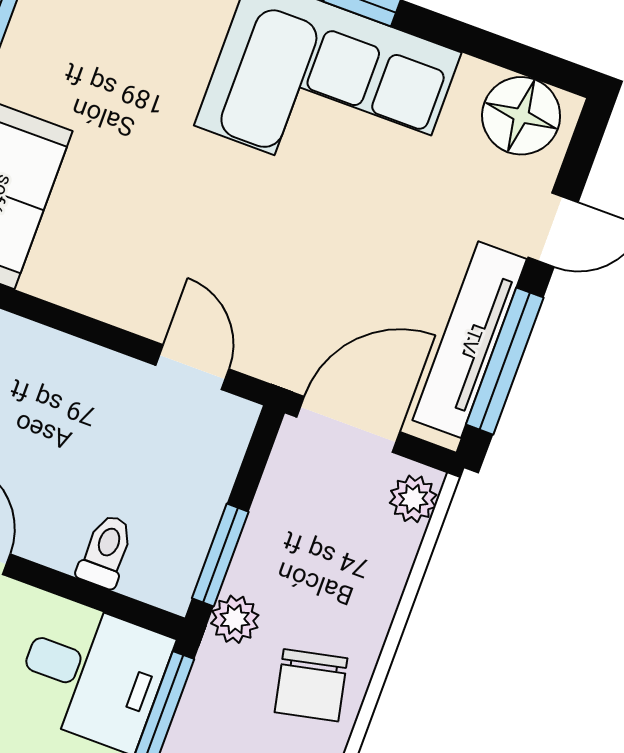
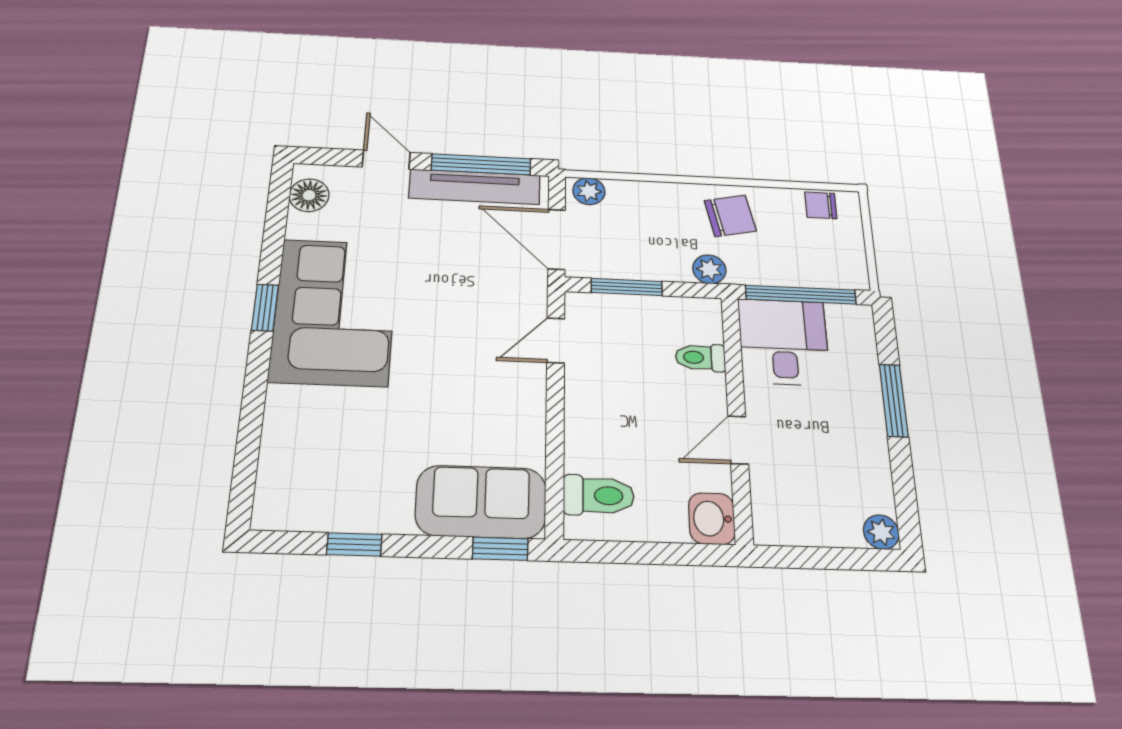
floor lamp: (521, 116) -> (309, 195), width x0.73, depth x0.73
window: (220, 555) -> (627, 287), moved

